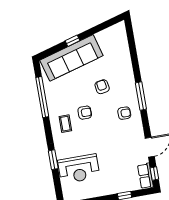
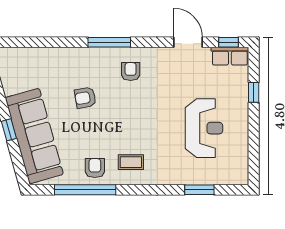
armchair: (85, 113) -> (95, 168), moved
window: (53, 160) -> (199, 190), moved
reception desk: (79, 169) -> (204, 128), moved

